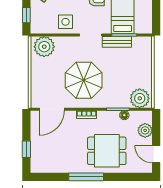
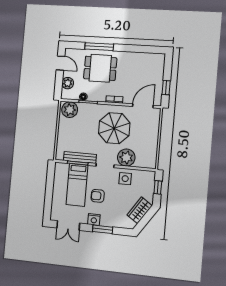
bench: (117, 42) -> (80, 157), width x1.36
plant: (44, 47) -> (126, 158), moved
window: (26, 149) -> (166, 88), moved
window: (86, 177) -> (99, 47), moved

